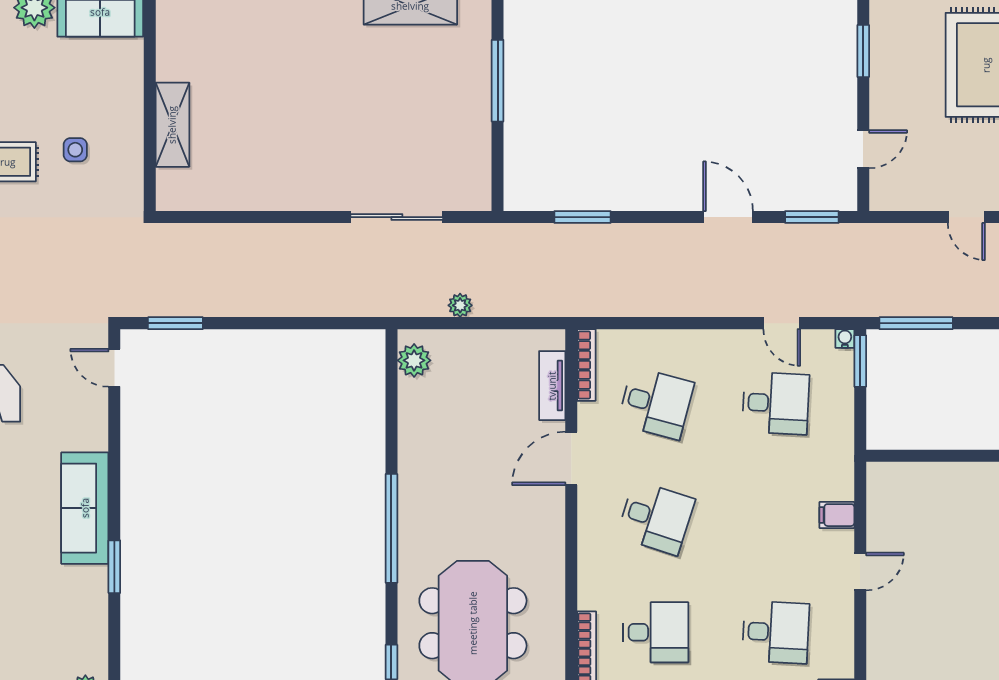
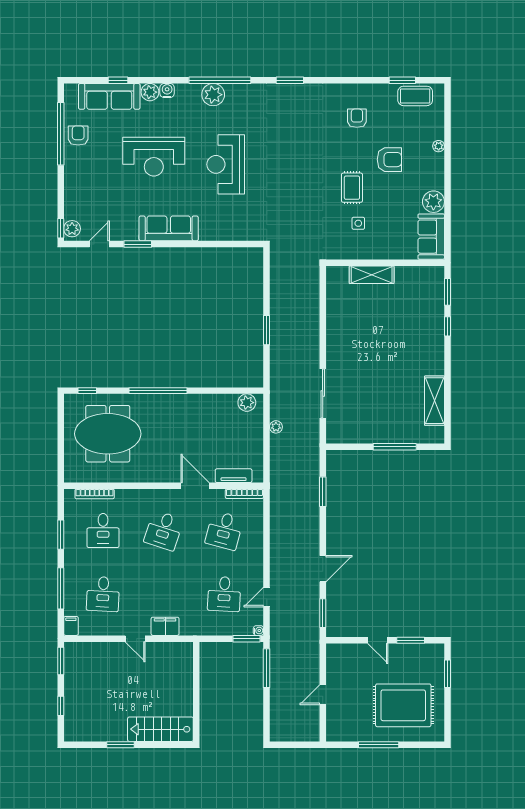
door: (863, 149) -> (378, 640), moved
window: (175, 323) -> (267, 330), moved
door: (114, 368) -> (99, 244), moved
filing cabinet: (837, 515) -> (165, 626), width x2.00

